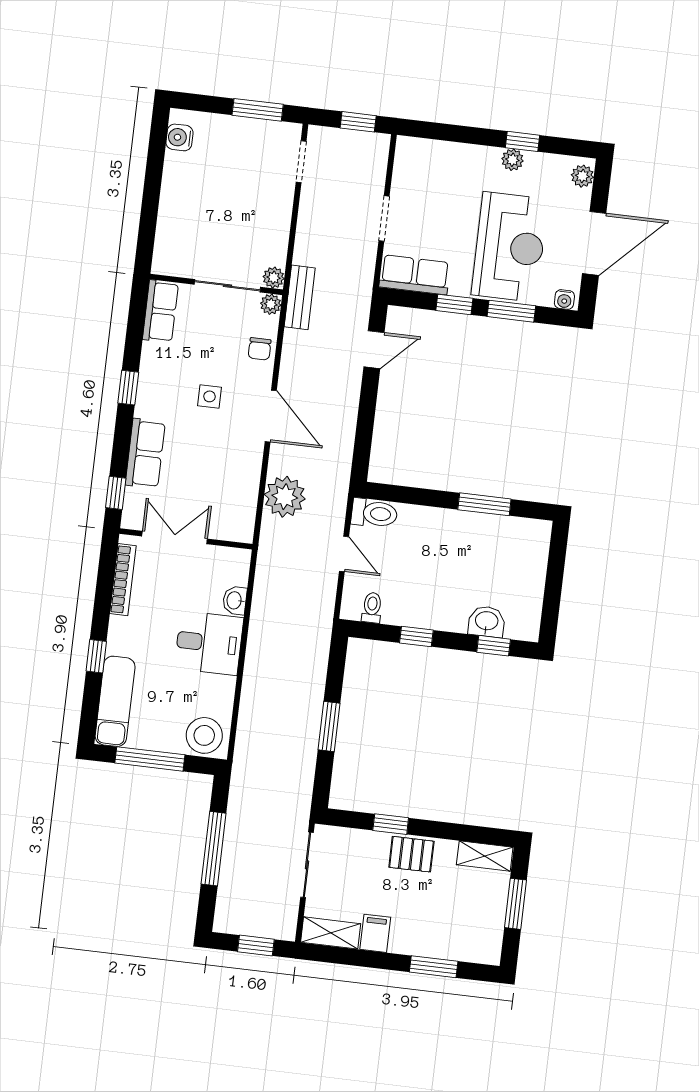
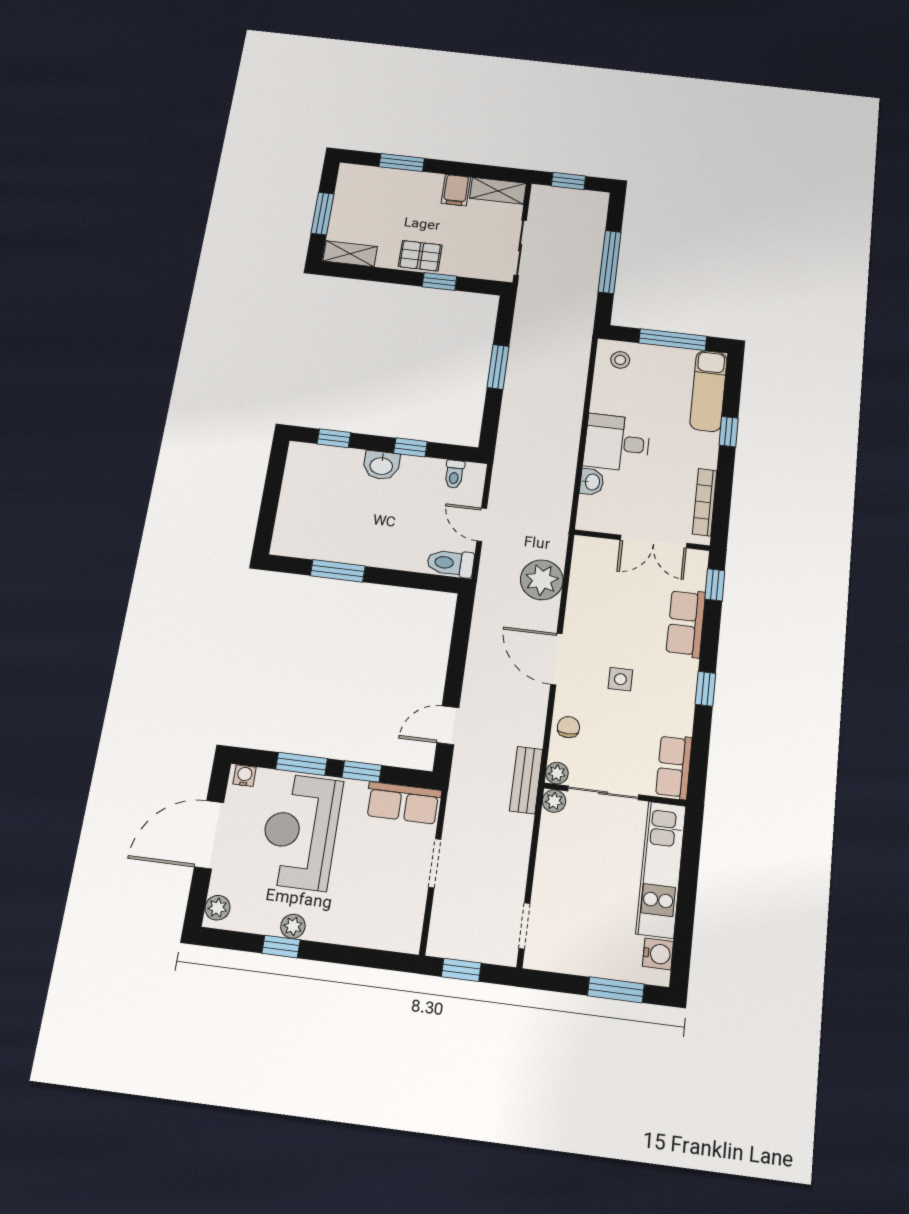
window: (258, 110) -> (616, 990), moved
kitchen unit: (175, 214) -> (661, 869), added
washbasin: (487, 622) -> (381, 465), moved
stool: (204, 735) -> (620, 360), width x0.53, depth x0.53

